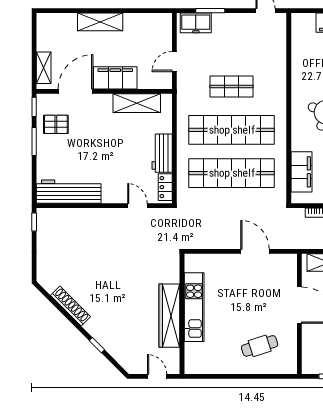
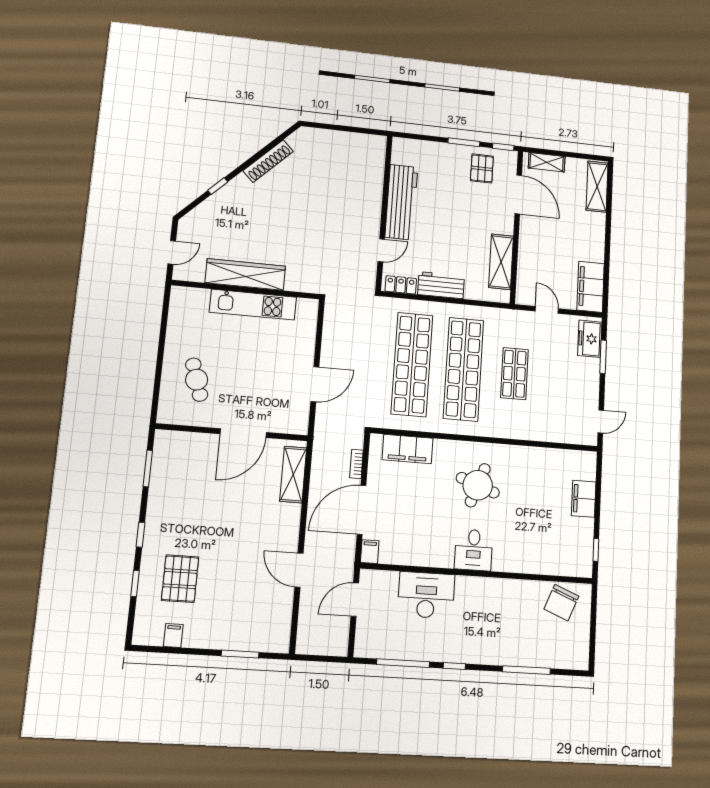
shelving: (100, 22) -> (597, 187), moved
filing cabinet: (115, 78) -> (591, 287), moved, turned 180
workbench: (69, 192) -> (401, 202), moved
window: (34, 222) -> (371, 132), removed

